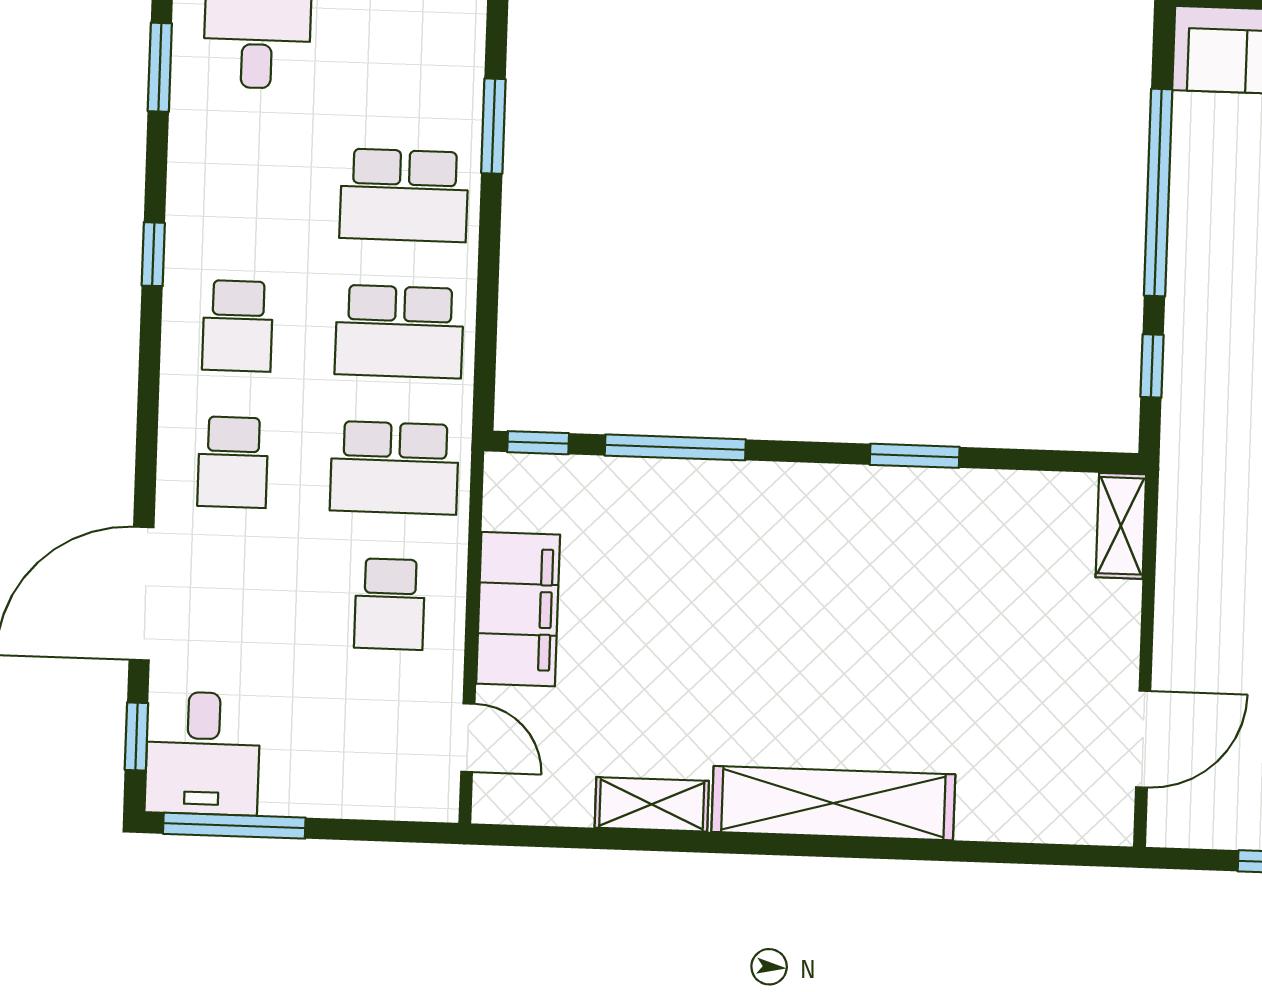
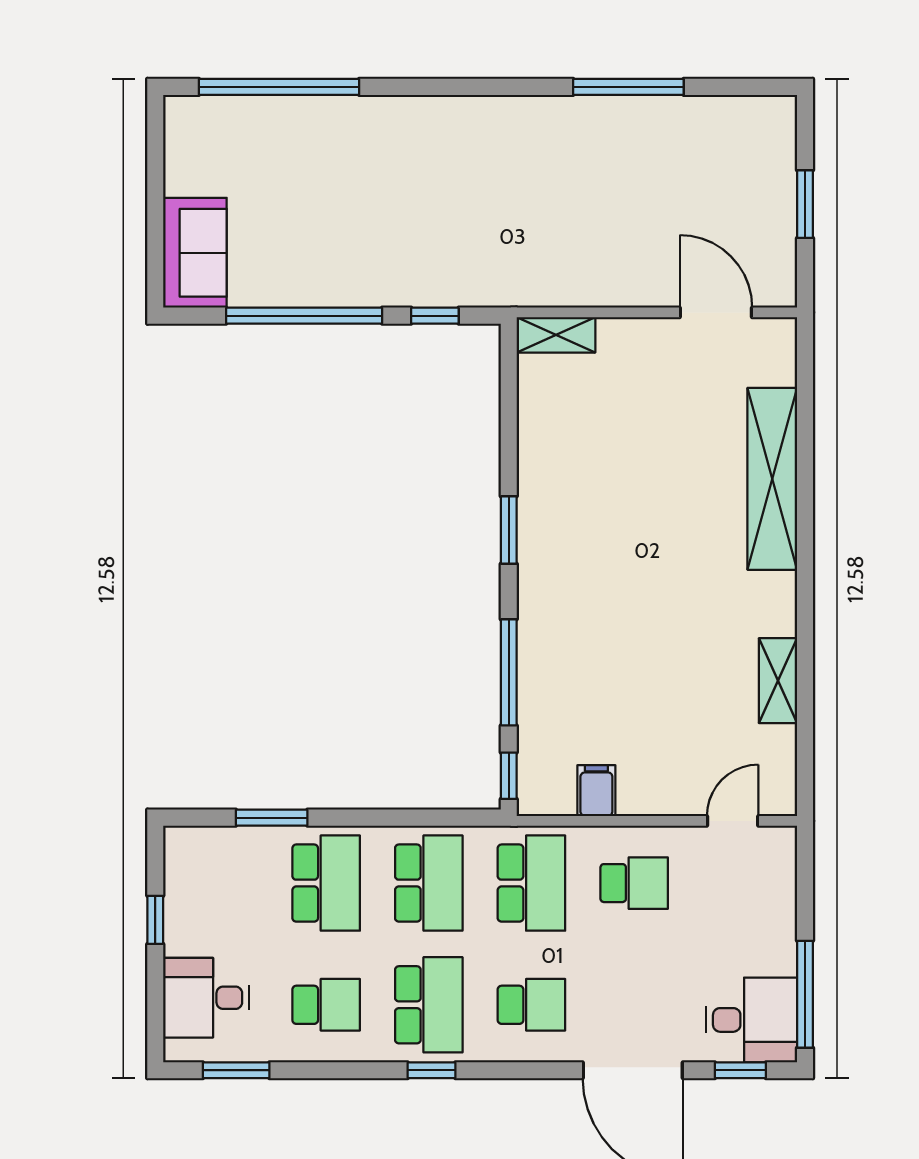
school desk: (242, 190) -> (326, 1005), added
window: (153, 254) -> (431, 1070), moved
school desk: (238, 326) -> (429, 1005), width x1.85
window: (915, 456) -> (509, 530), moved
filing cabinet: (518, 609) -> (596, 791), width x0.33, depth x0.86
shelving: (833, 803) -> (772, 479), moved

